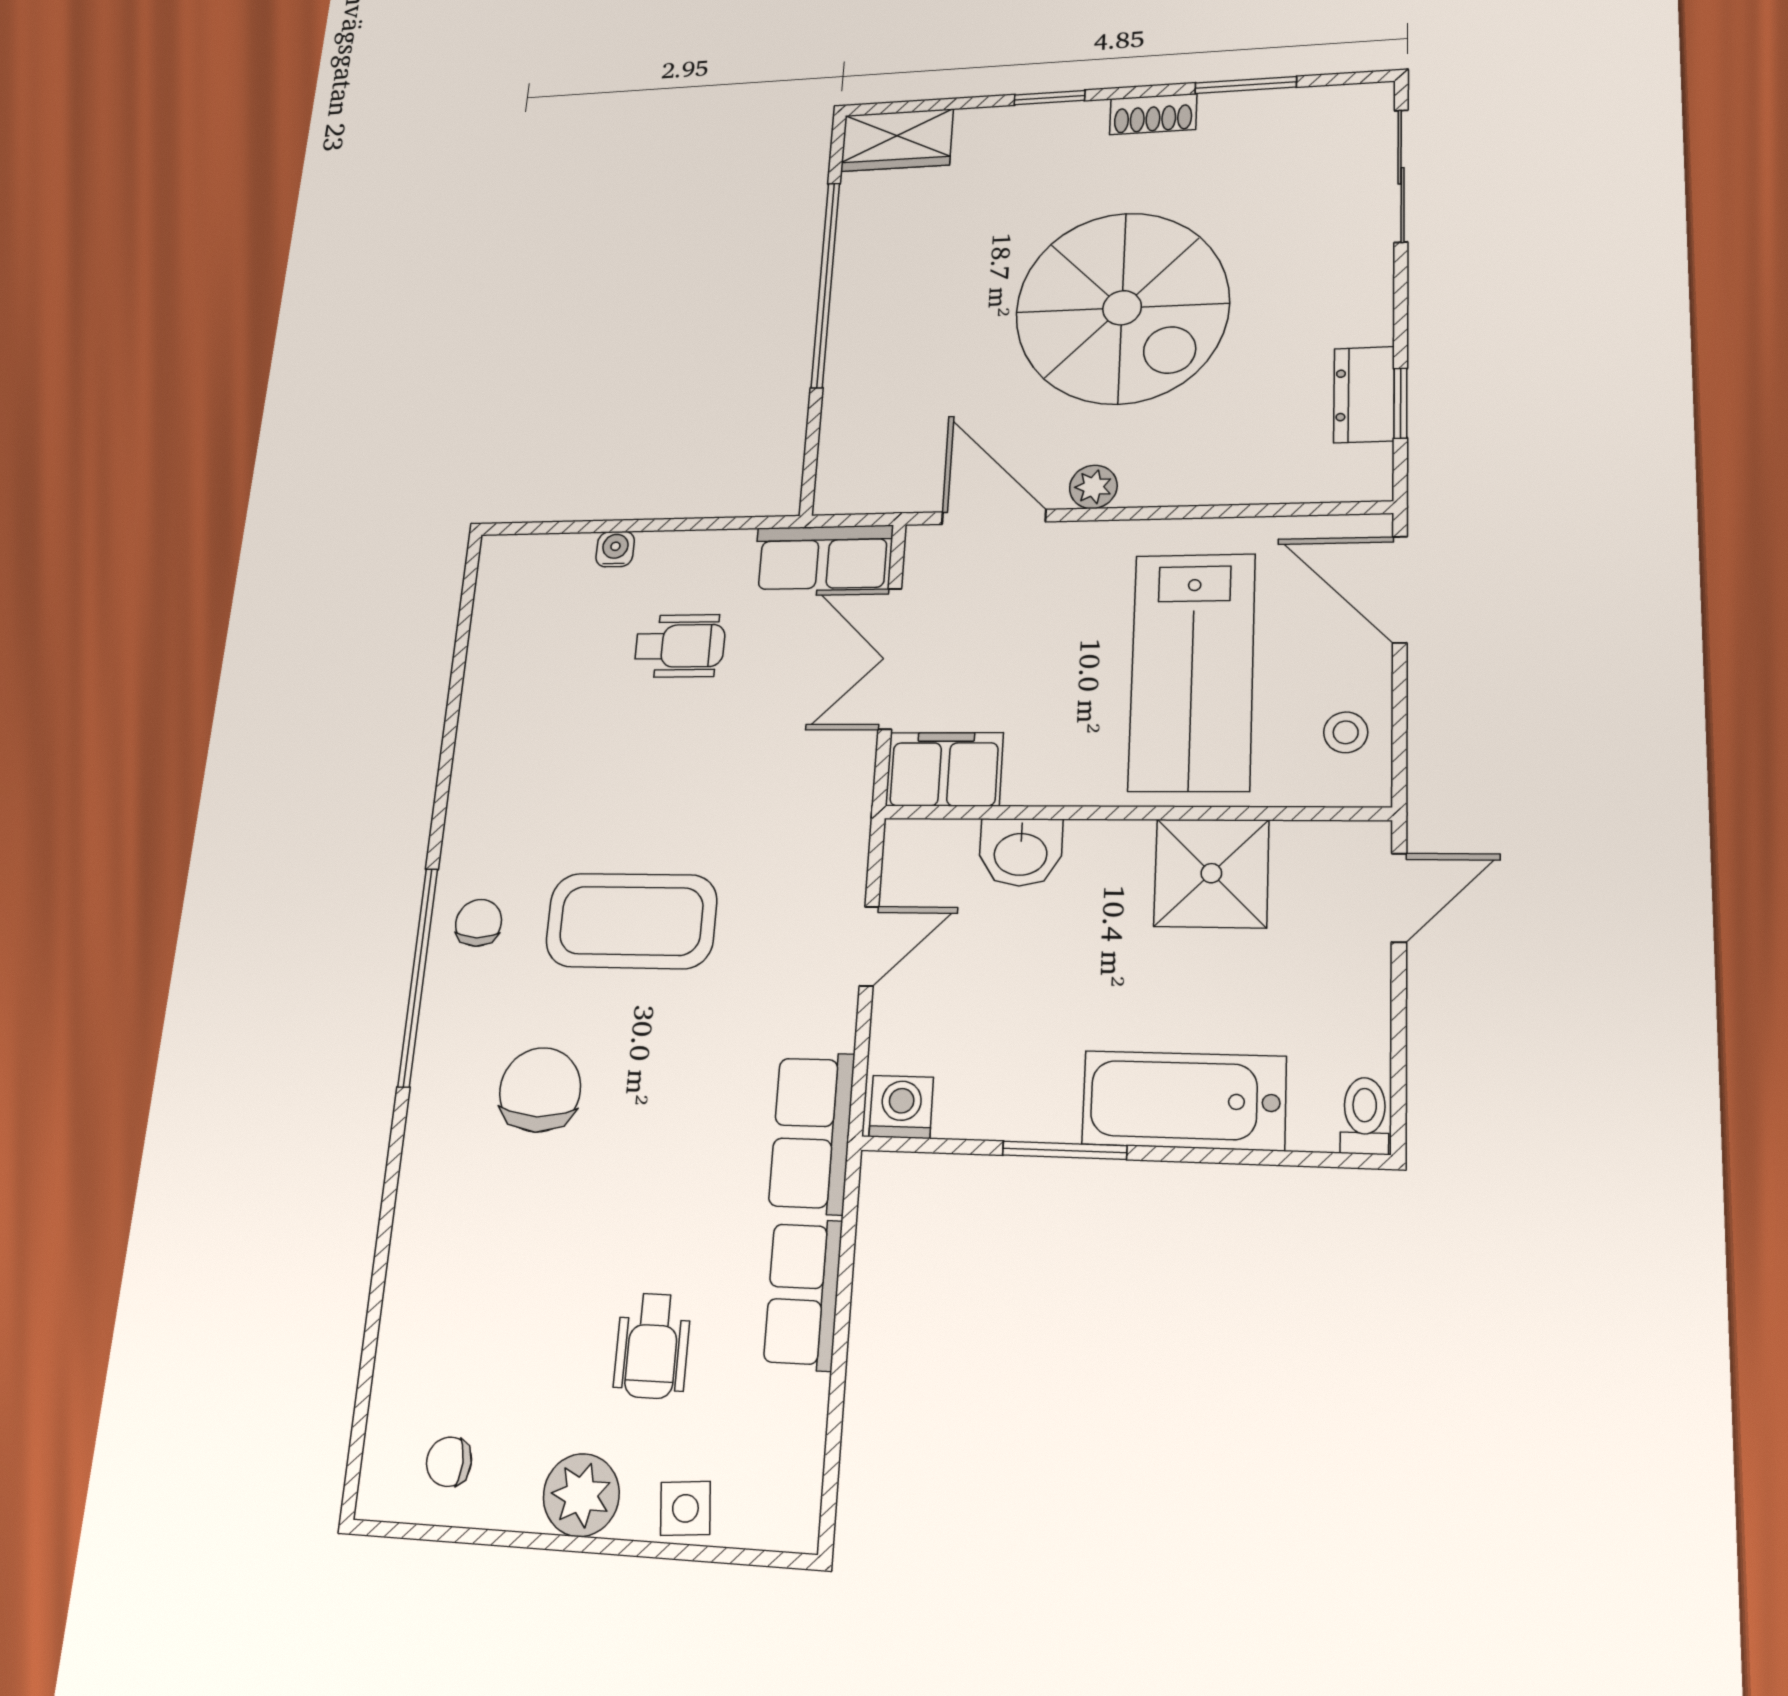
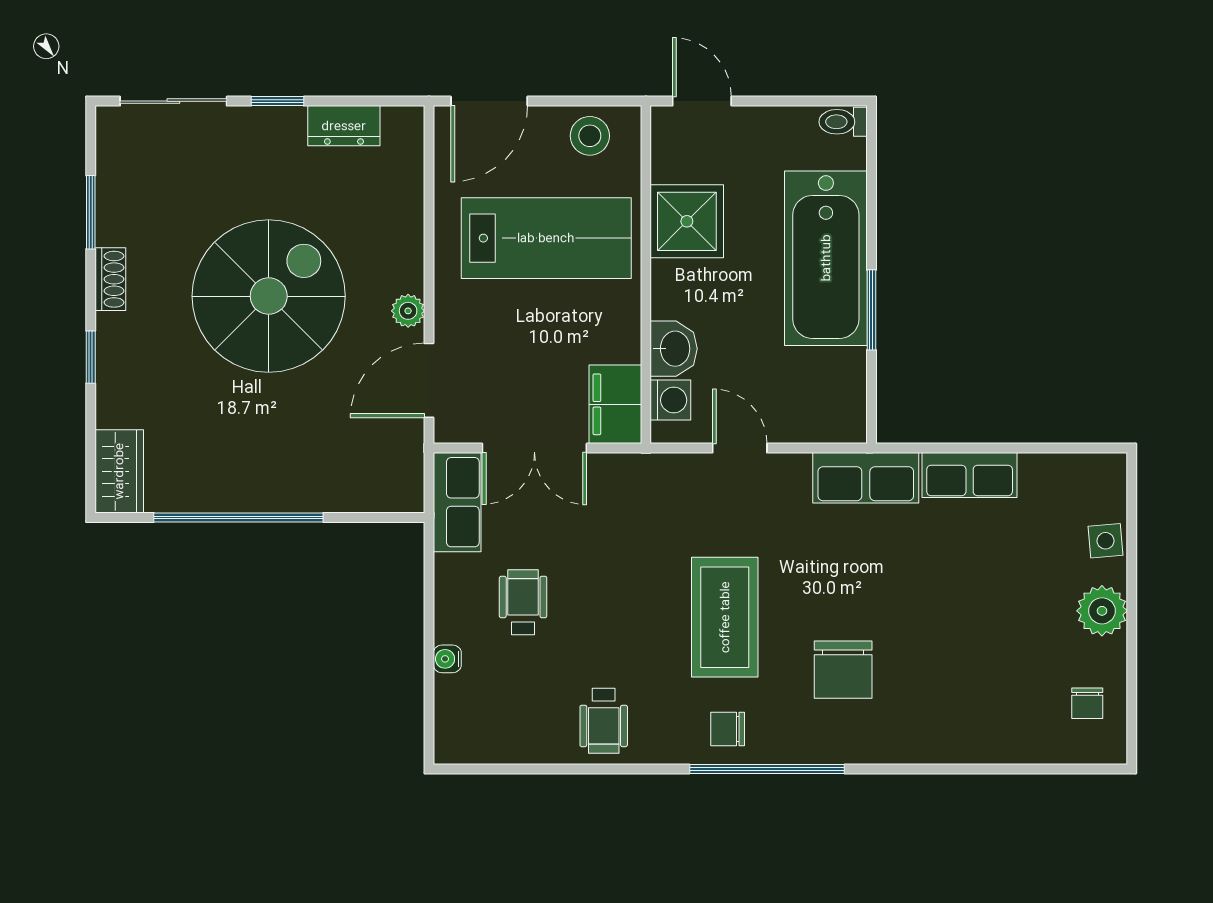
window: (1400, 403) -> (277, 101), moved
stool: (1346, 732) -> (590, 136), width x1.37, depth x1.37
chair: (540, 1090) -> (843, 670), turned -90
bathtub: (1184, 1100) -> (826, 258), width x1.36, depth x1.36
washing machine: (901, 1107) -> (670, 400), moved, turned 180
wheelchair: (652, 1346) -> (604, 721), moved, turned 90

